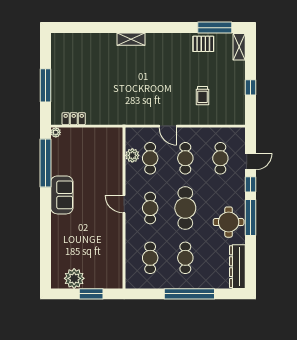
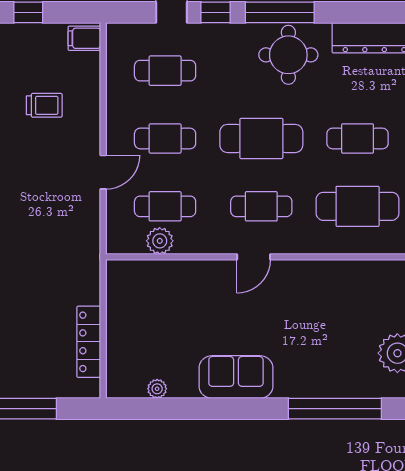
filing cabinet: (237, 116) -> (84, 38), added
locker: (74, 119) -> (89, 342), width x1.53
plant: (56, 132) -> (157, 389), moved
window: (45, 163) -> (335, 409), moved
cafe table: (150, 258) -> (358, 206), width x1.37, depth x1.35

